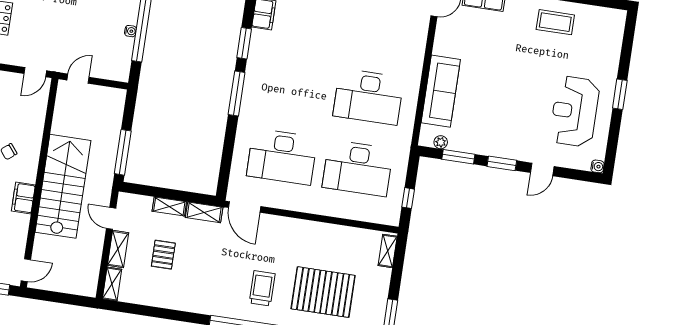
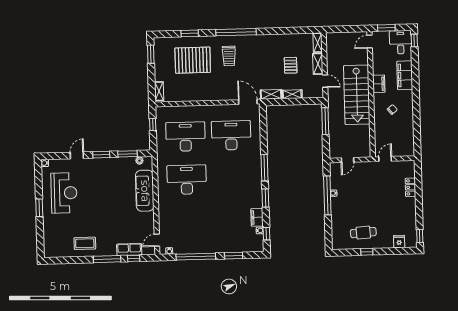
door: (78, 79) -> (347, 160), moved

